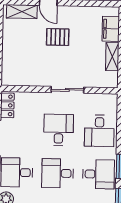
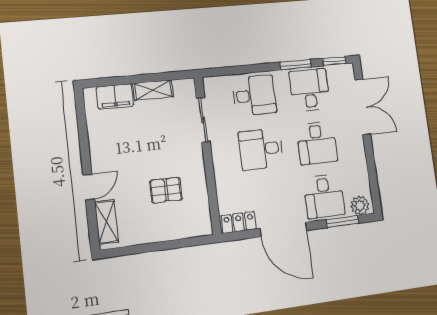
pallet: (58, 37) -> (166, 190), moved, turned 90
sliding door: (67, 90) -> (203, 120), moved

